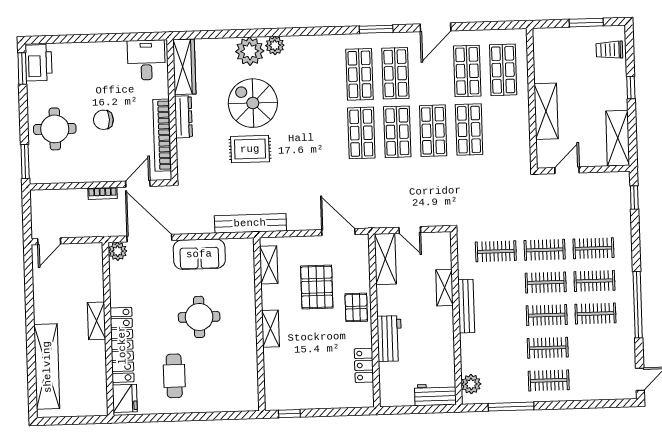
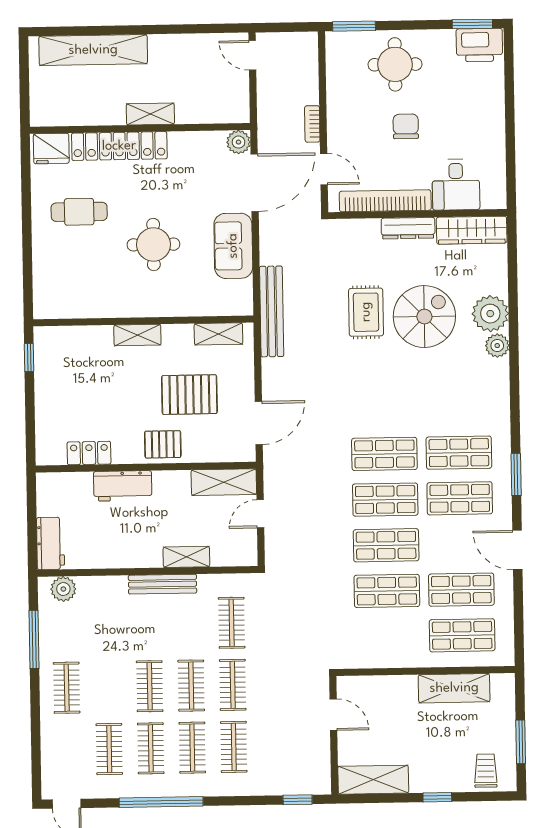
desk: (146, 60) -> (456, 185), moved, turned 90
shelving: (546, 111) -> (454, 688), moved
clothes rail: (548, 348) -> (109, 749), moved

